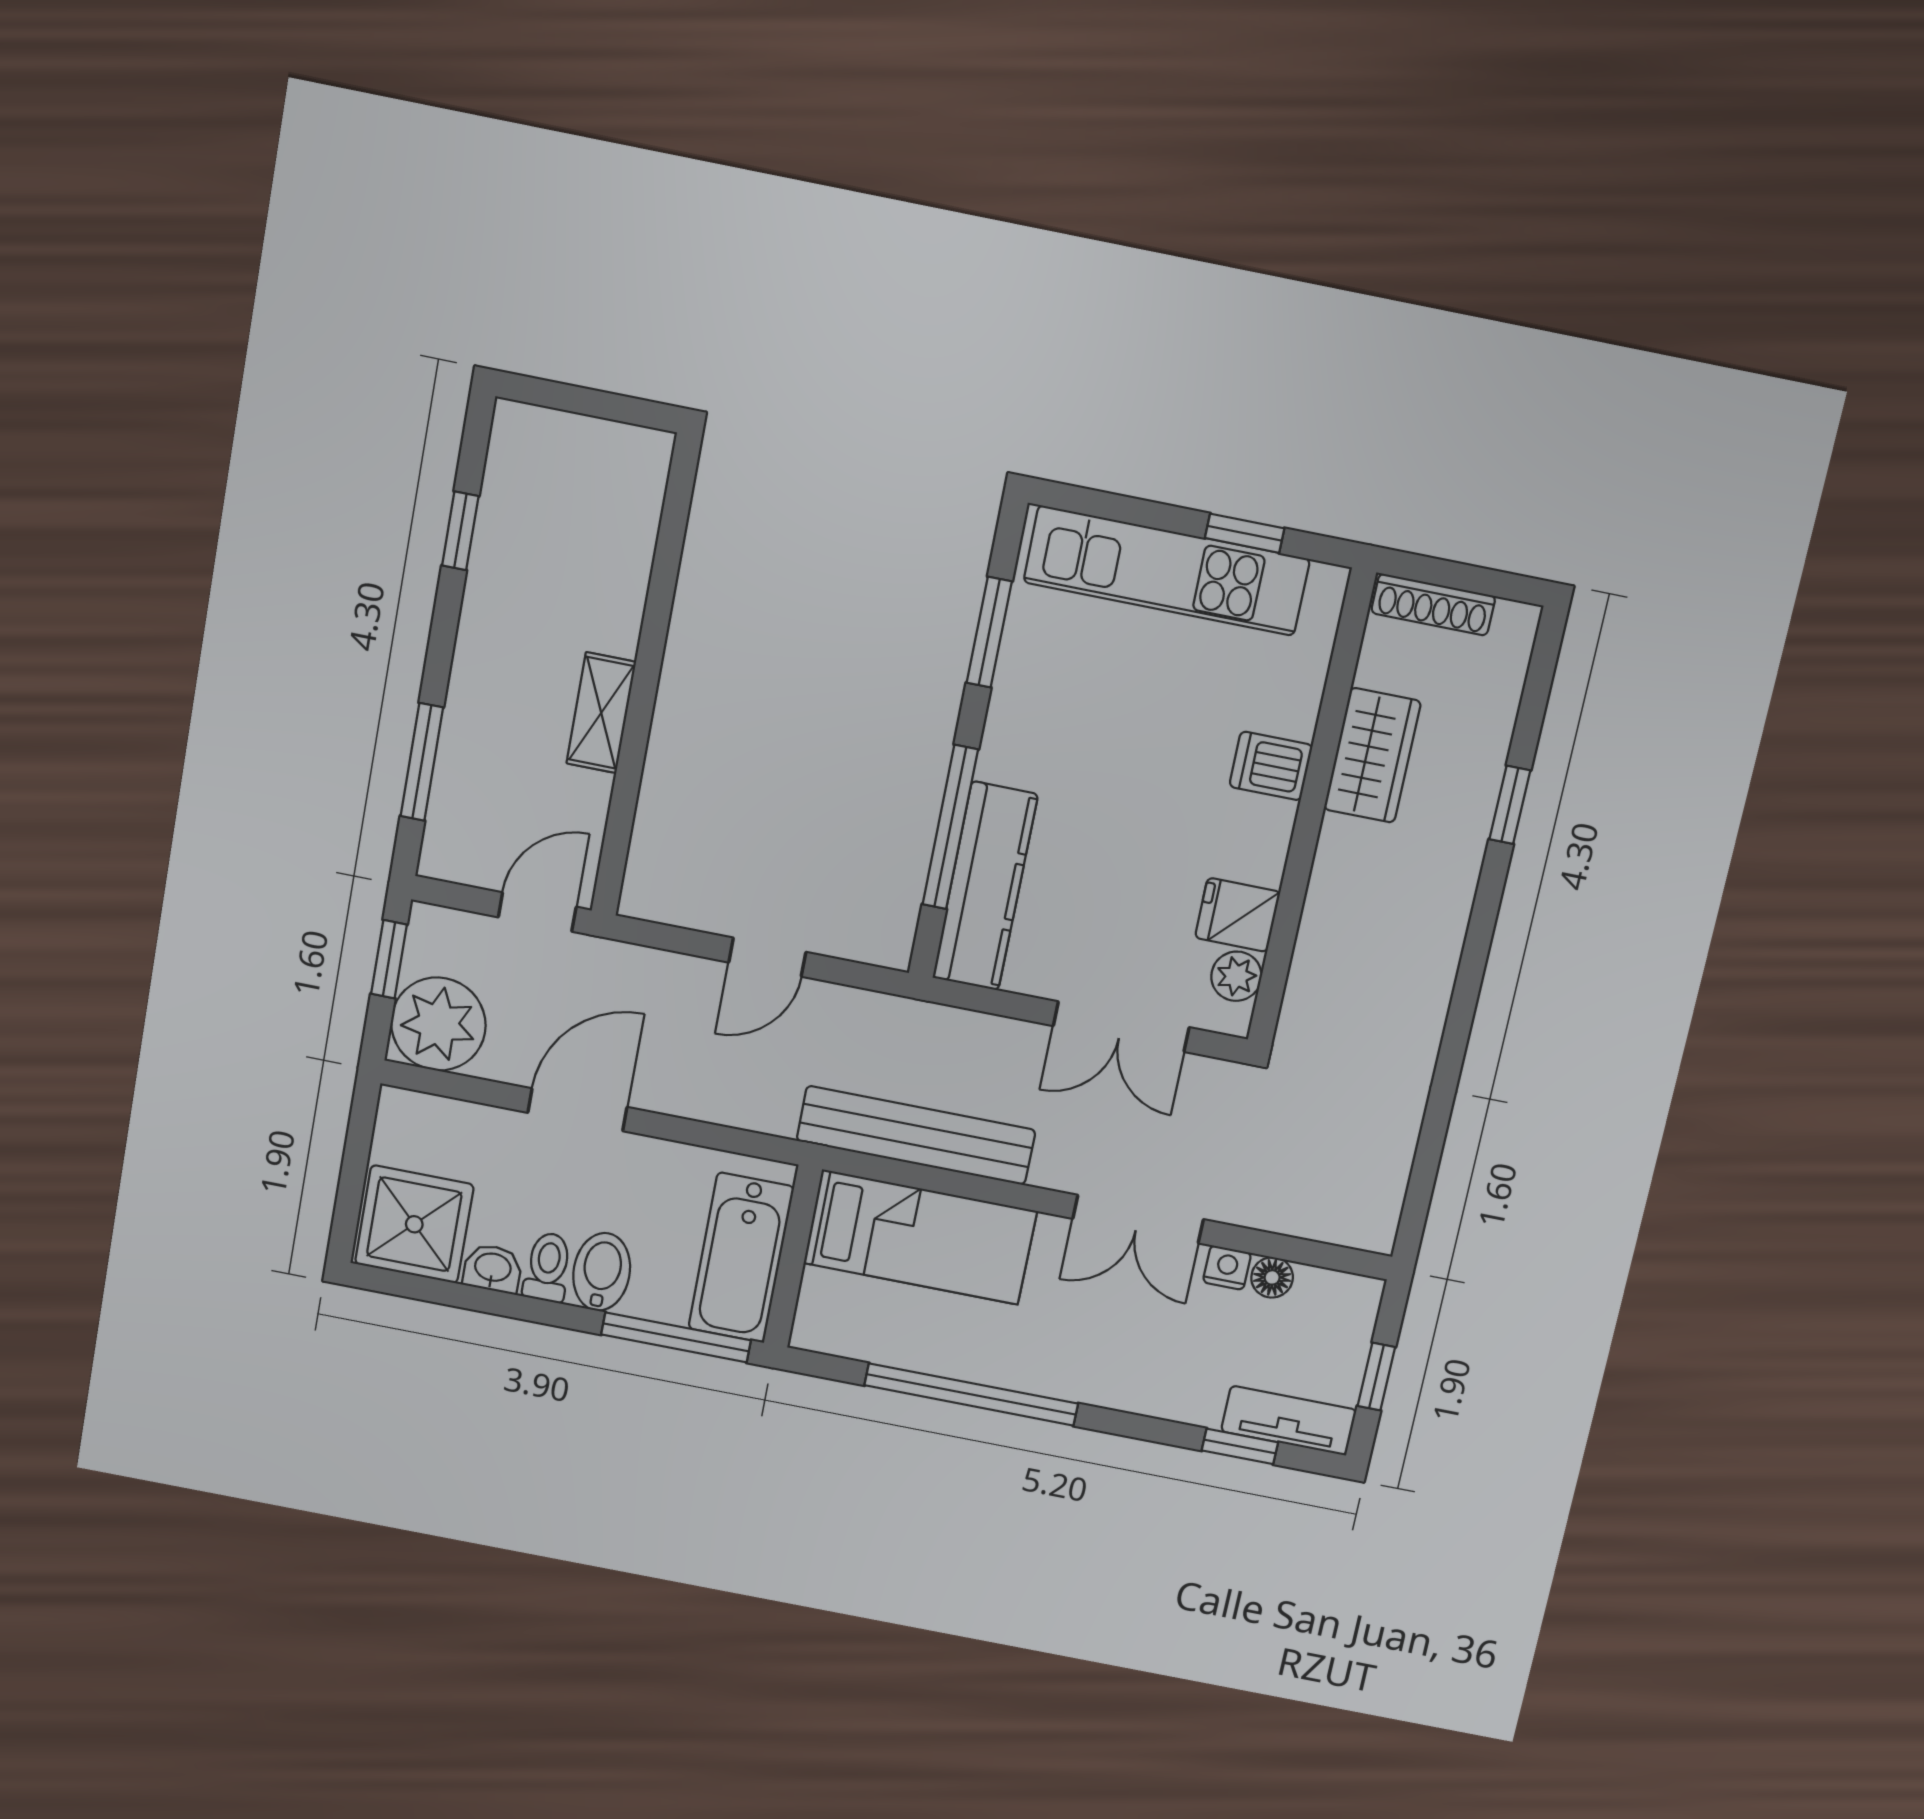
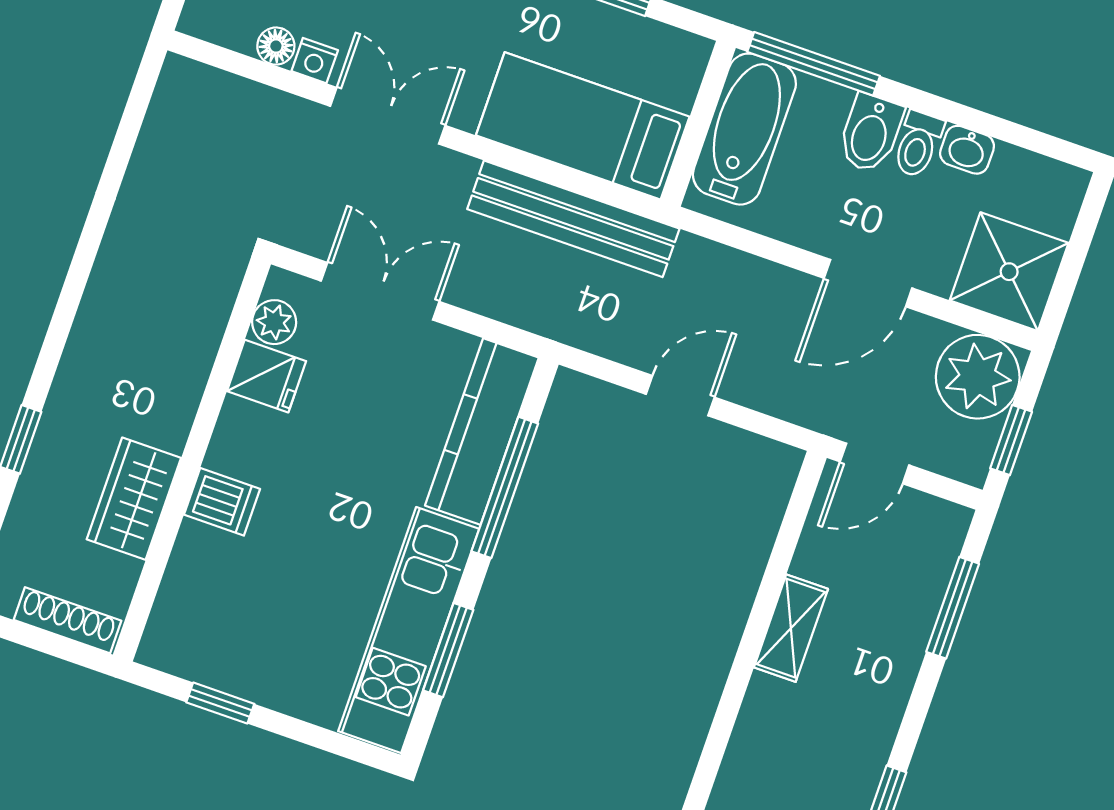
kitchen unit: (1167, 571) -> (409, 630), moved, turned -90
shower: (414, 1224) -> (1009, 272), moved

